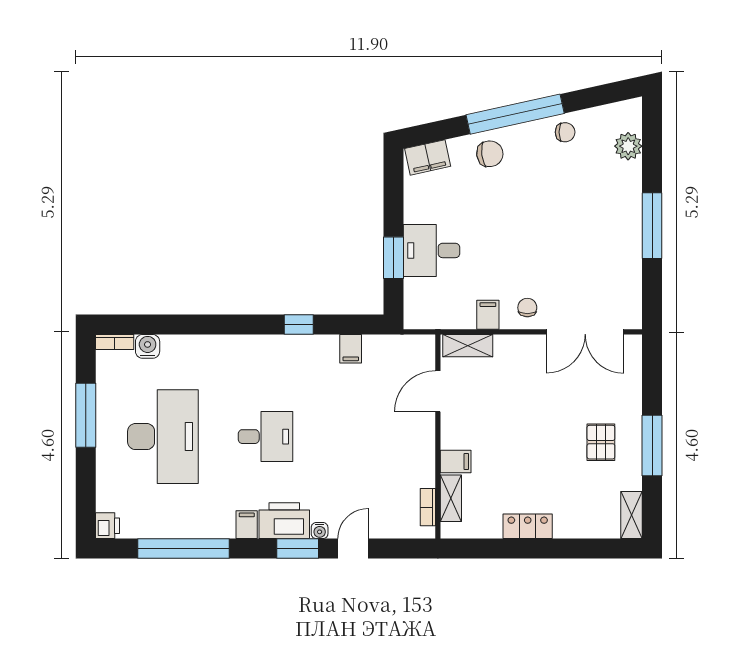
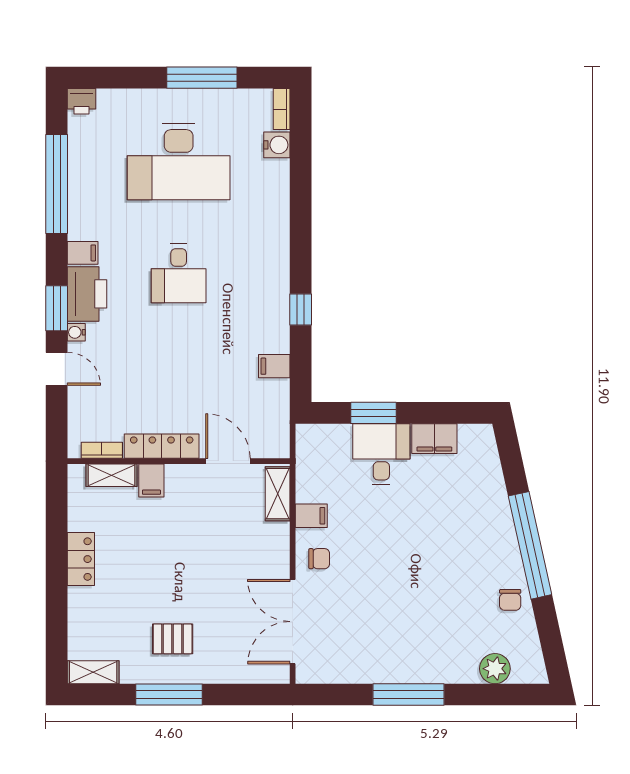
chair: (490, 154) -> (487, 518), removed
filing cabinet: (428, 157) -> (434, 439), moved, turned -78
locker: (424, 452) -> (162, 446), added

